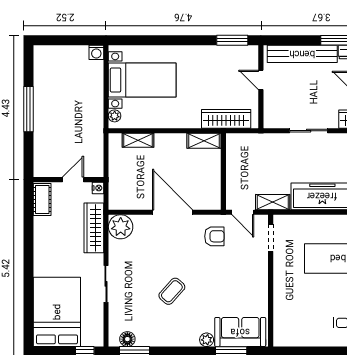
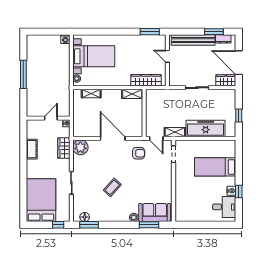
cot: (42, 200) -> (32, 149), moved
wardrobe: (94, 228) -> (64, 148), width x0.67

